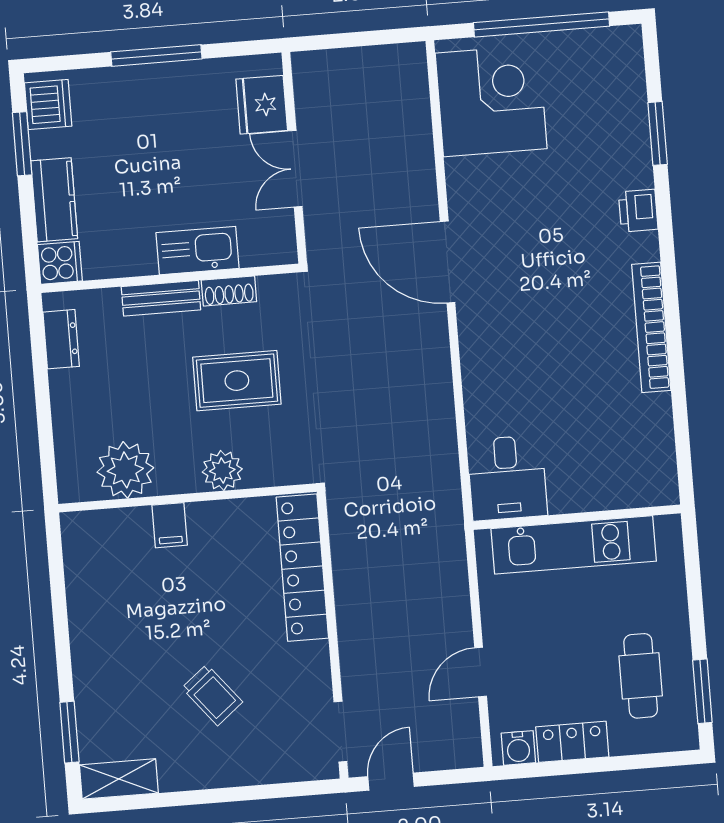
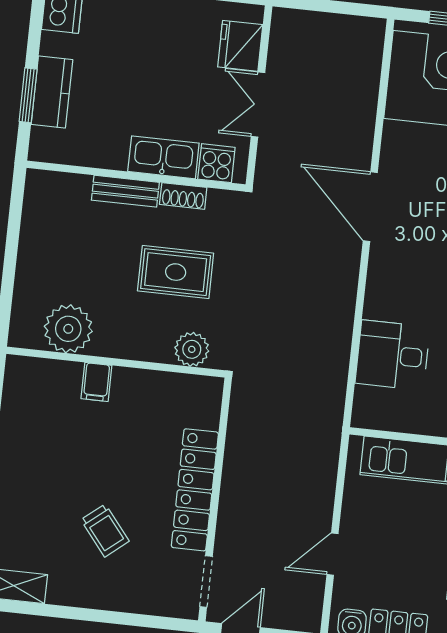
window: (22, 144) -> (28, 95), moved
cooker: (60, 263) -> (216, 163), moved, turned -90
dresser: (61, 339) -> (36, 210), removed
plant: (222, 470) -> (192, 349), moved
desk: (507, 478) -> (393, 355), moved, turned 90
locker: (302, 568) -> (195, 490), moved

